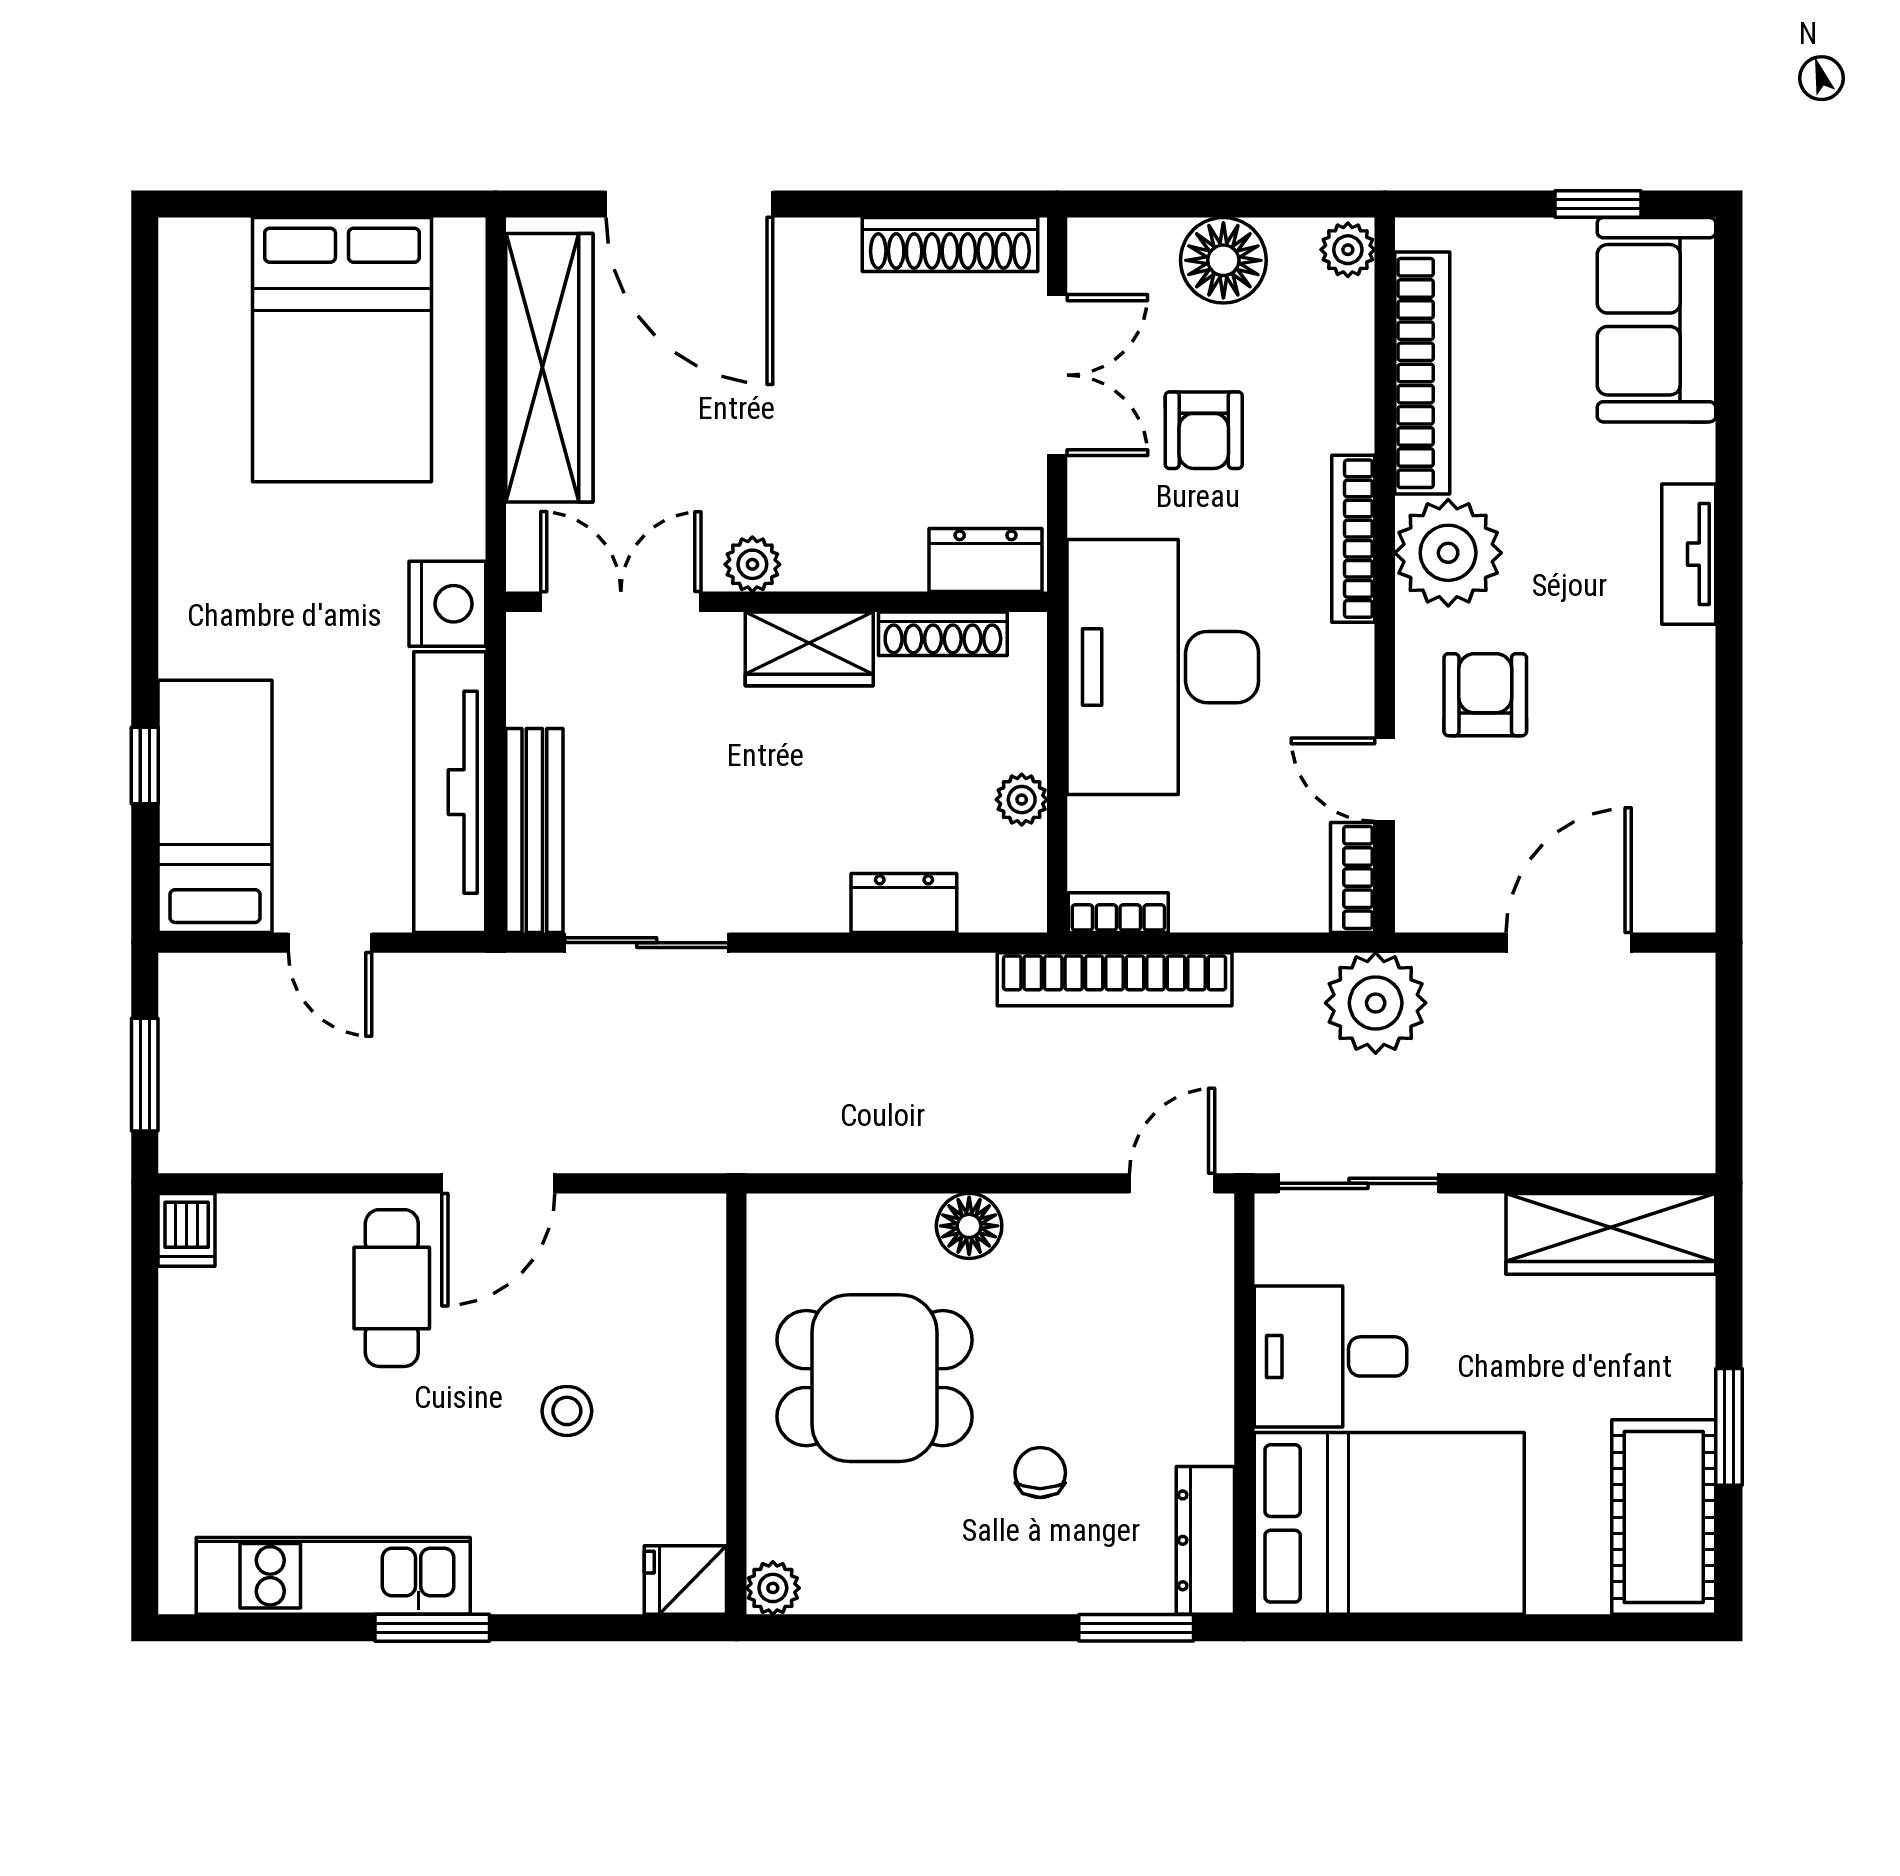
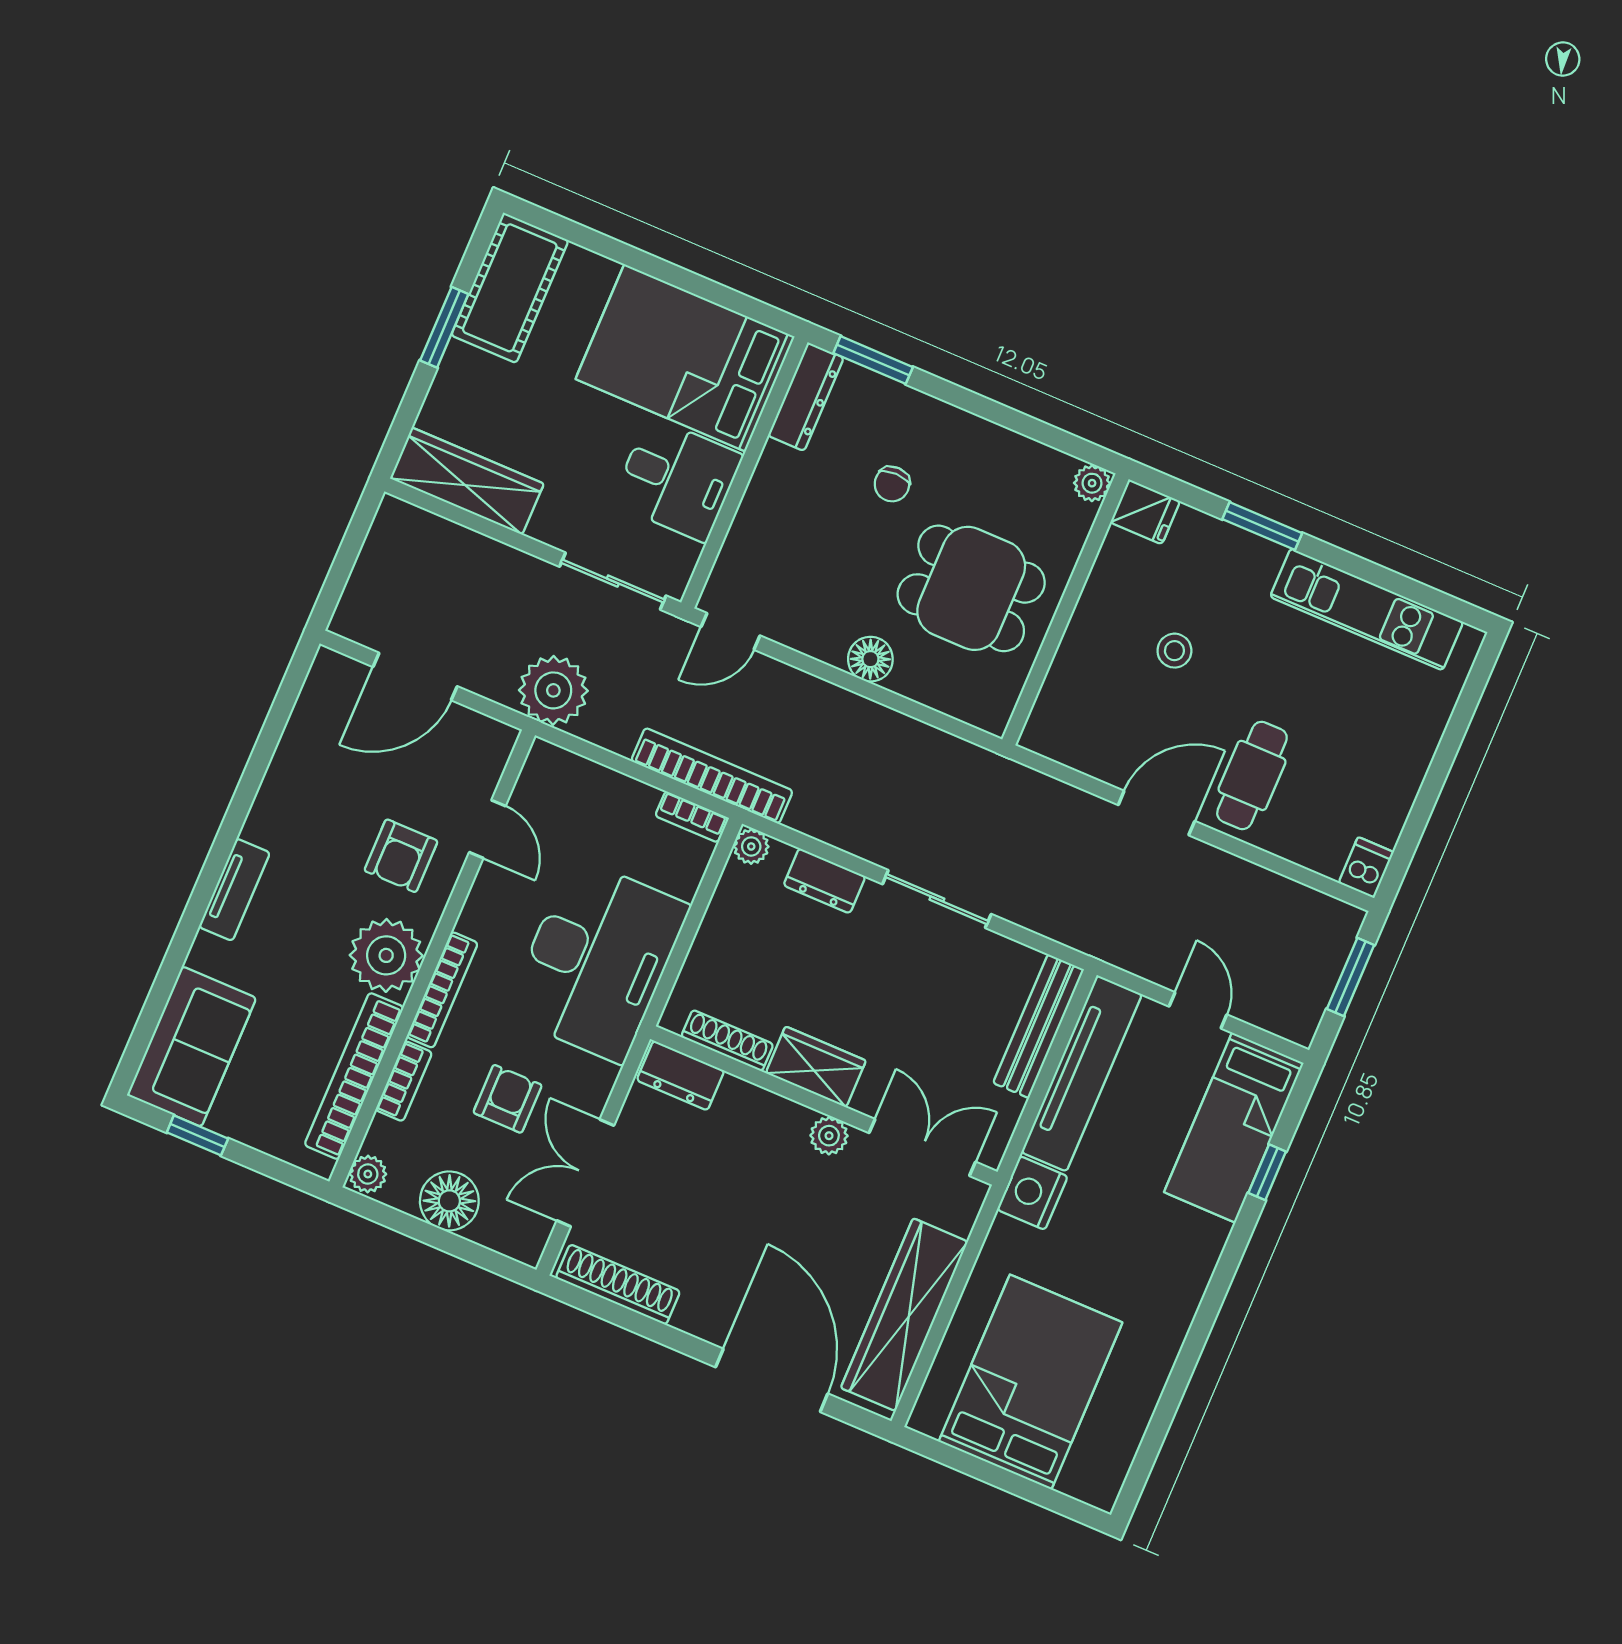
double door: (621, 602) -> (922, 1147), swing flipped
plant: (1022, 800) -> (751, 846), moved
bookcase: (1353, 878) -> (404, 1081), moved
sliding door: (647, 943) -> (937, 899), moved
window: (432, 1628) -> (1262, 526), moved

